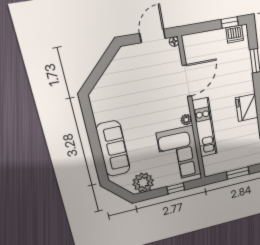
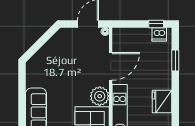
plant: (186, 120) -> (100, 96), width x1.87, depth x1.87

